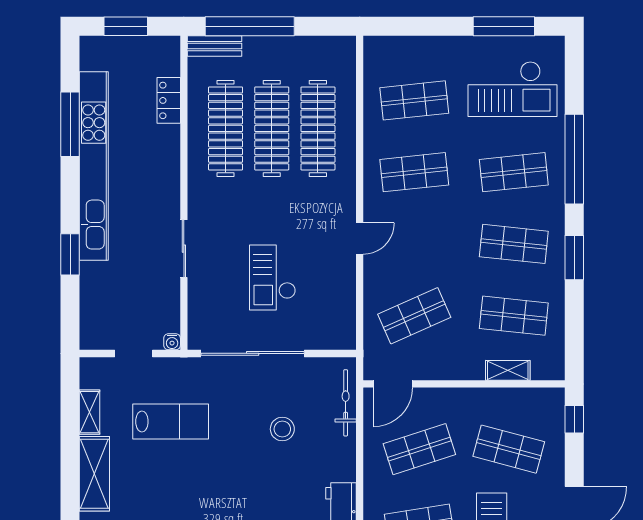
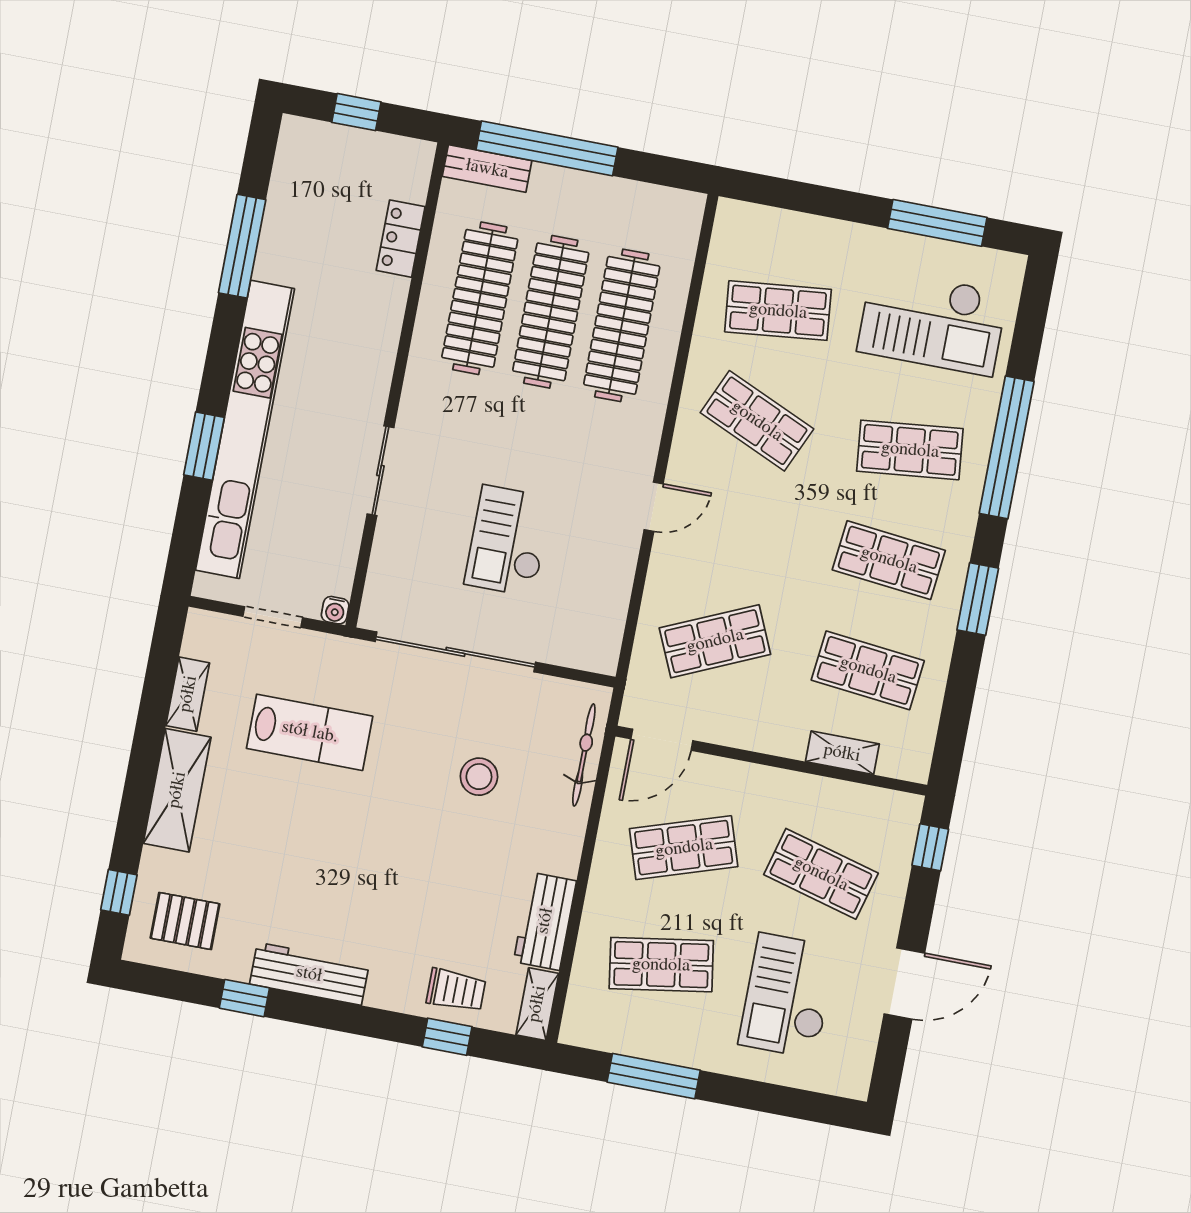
window: (126, 26) -> (356, 112), width x0.67
kitchen unit: (94, 166) -> (245, 429), moved
shop shelf: (414, 172) -> (757, 421), turned 30

